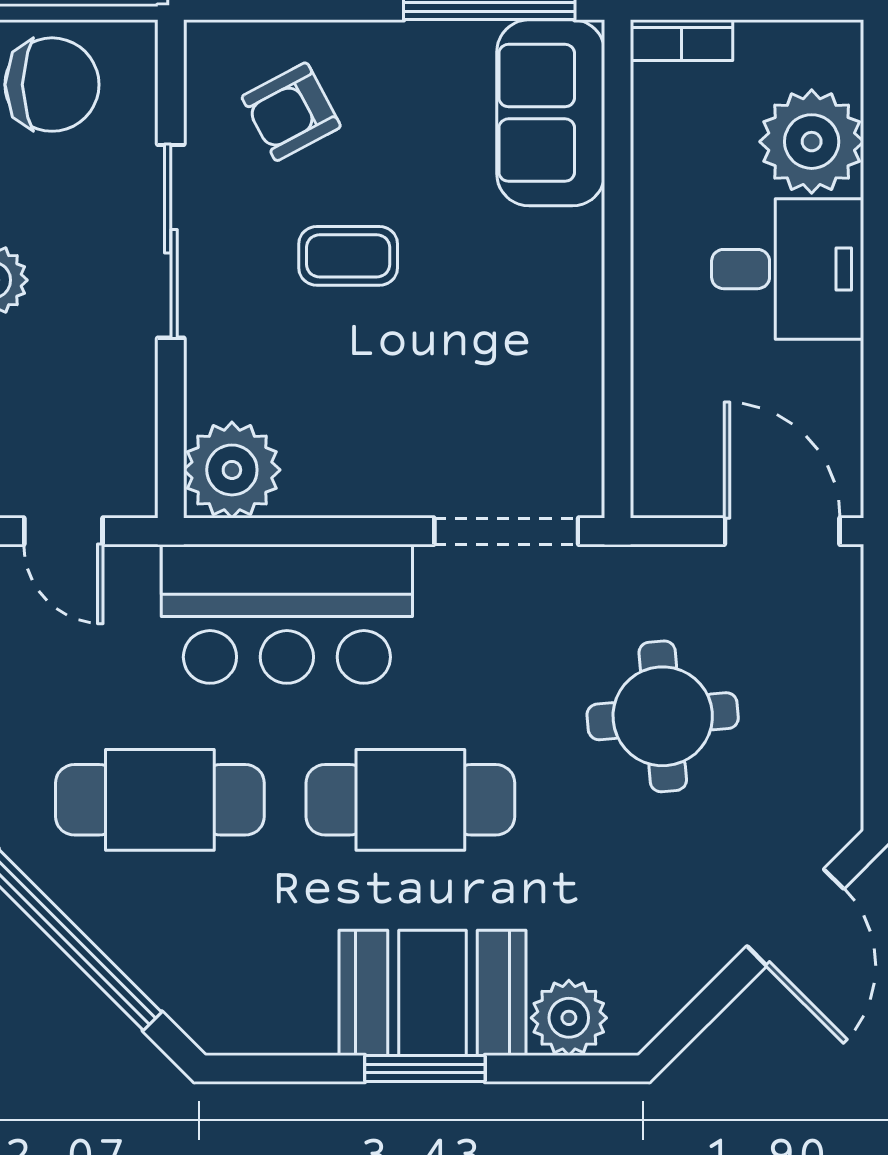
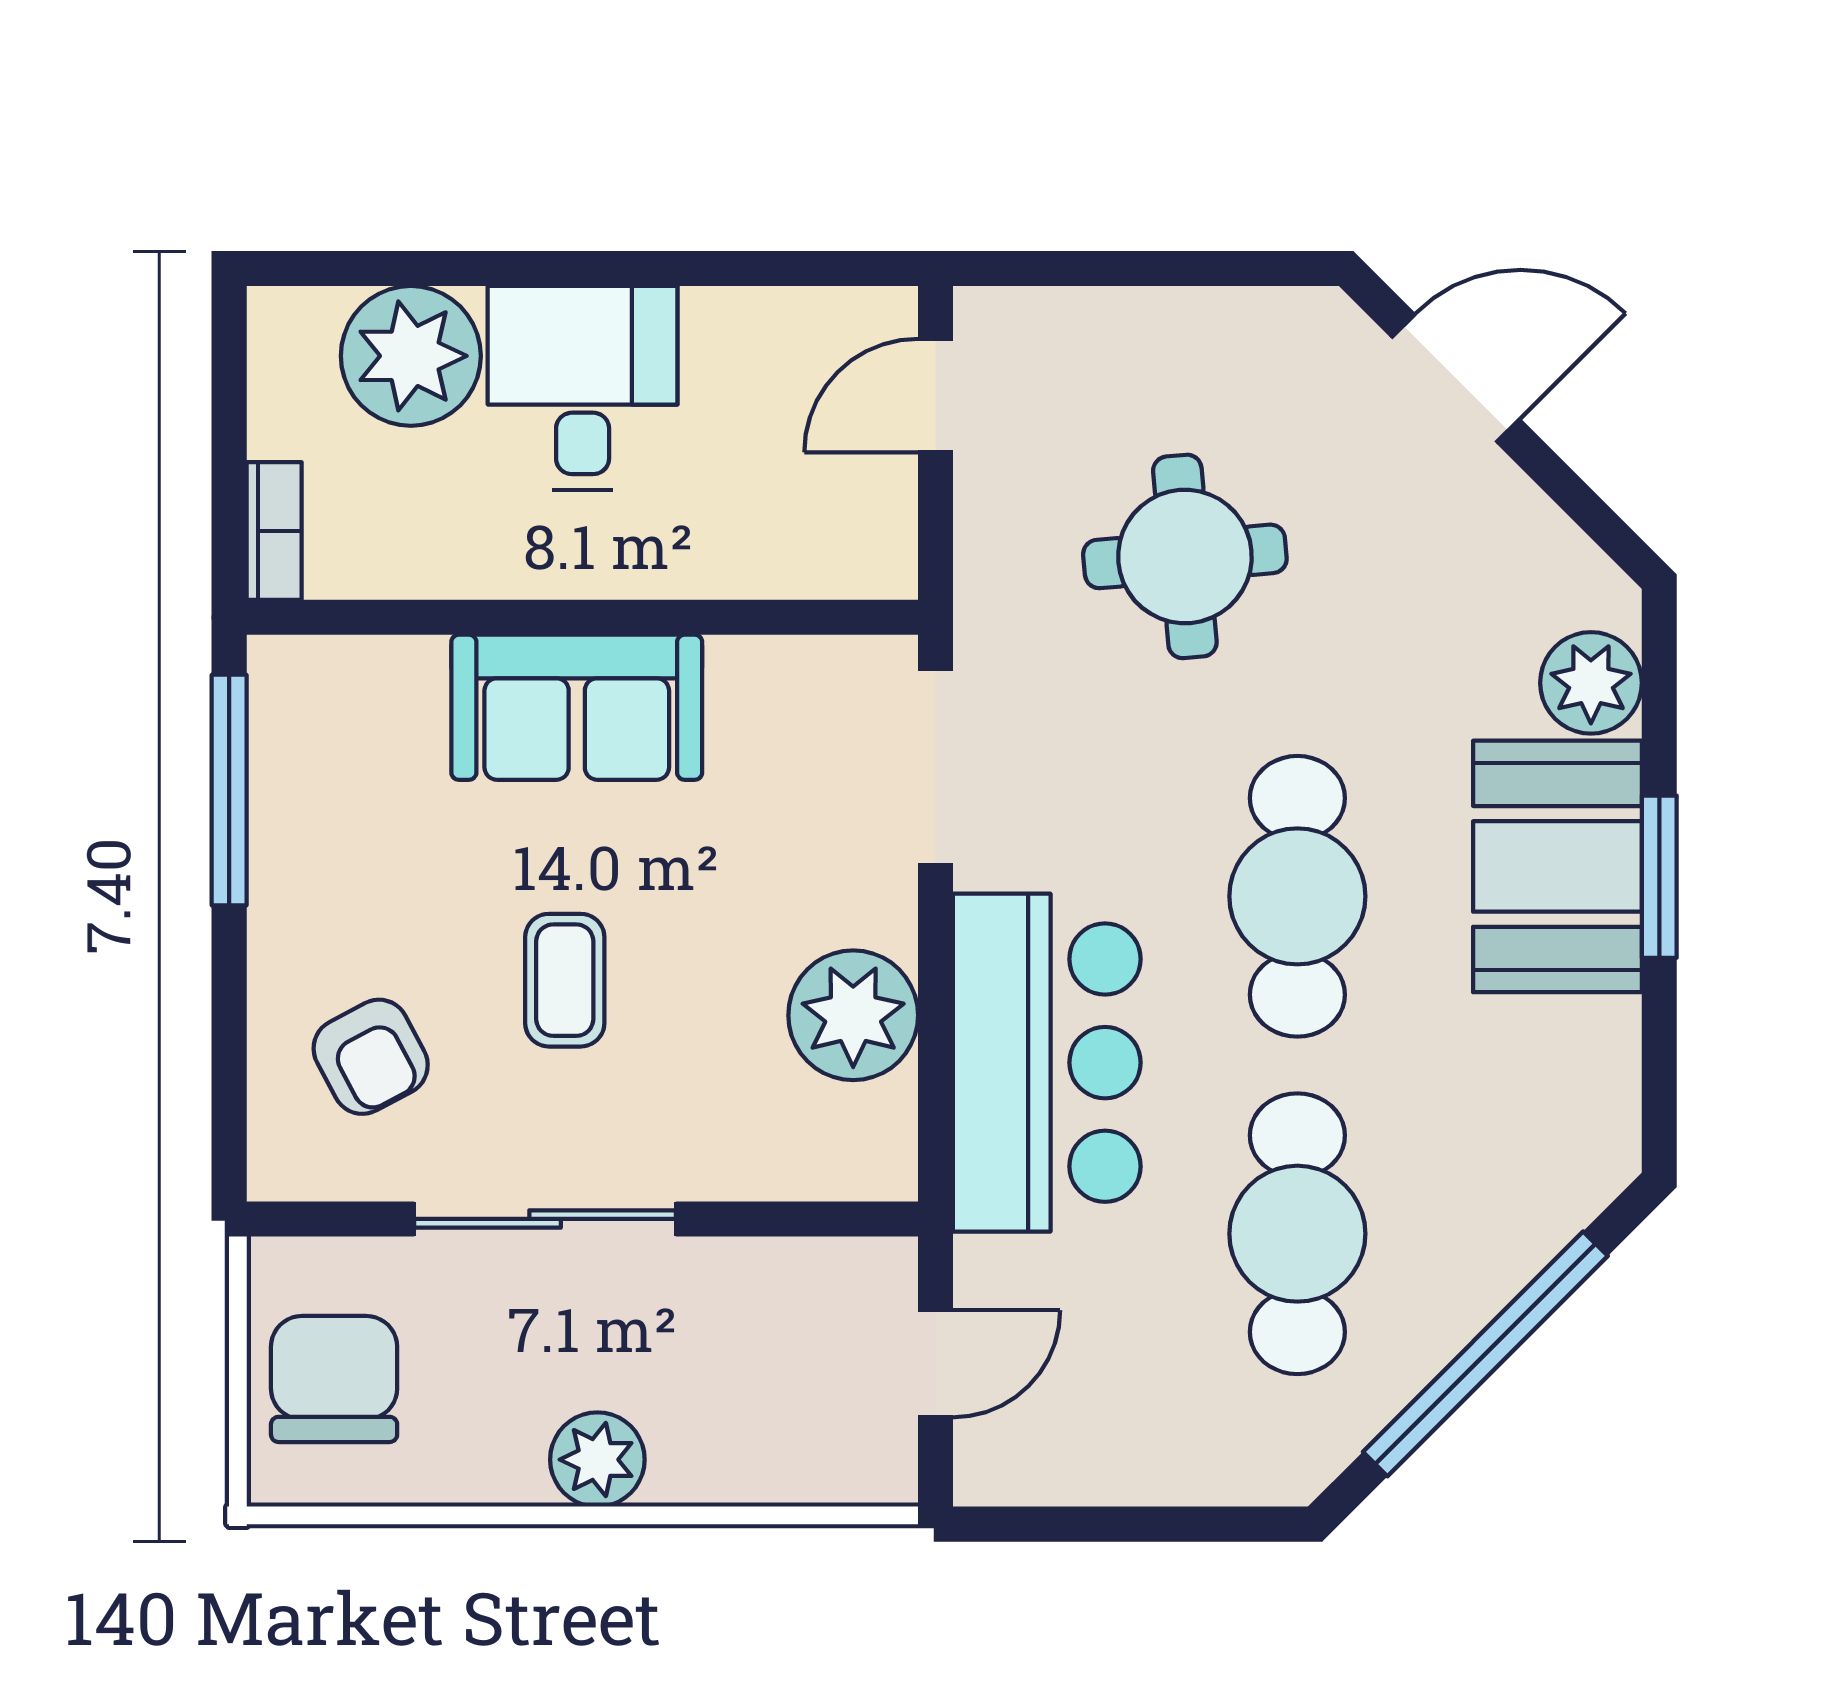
sofa: (551, 113) -> (577, 707), moved
plant: (232, 470) -> (853, 1015), moved
door: (782, 531) -> (936, 396), width x0.73

